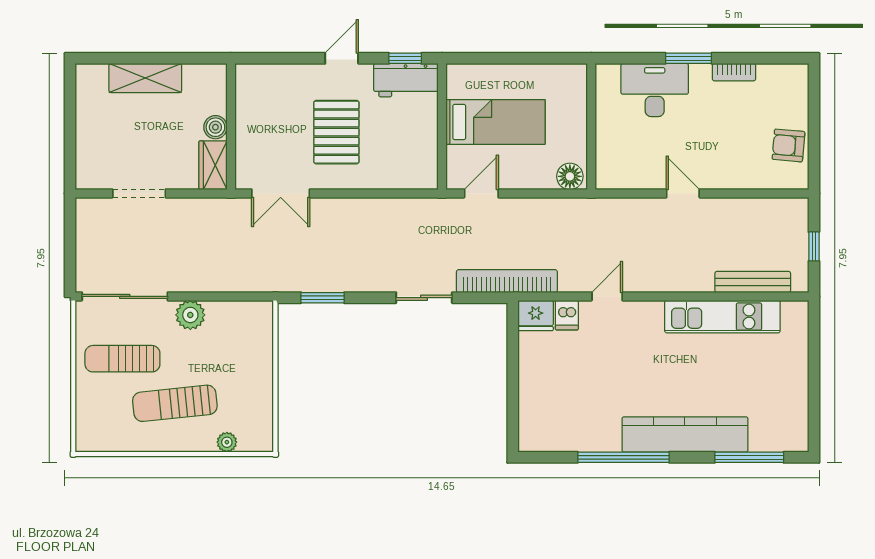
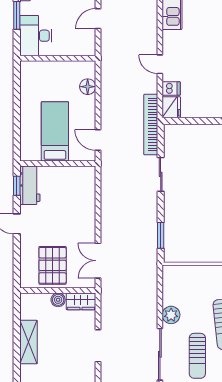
wall: (591, 127) -> (58, 58), moved
pallet: (336, 132) -> (53, 265), moved, turned 90
double door: (281, 193) -> (98, 261), swing flipped

